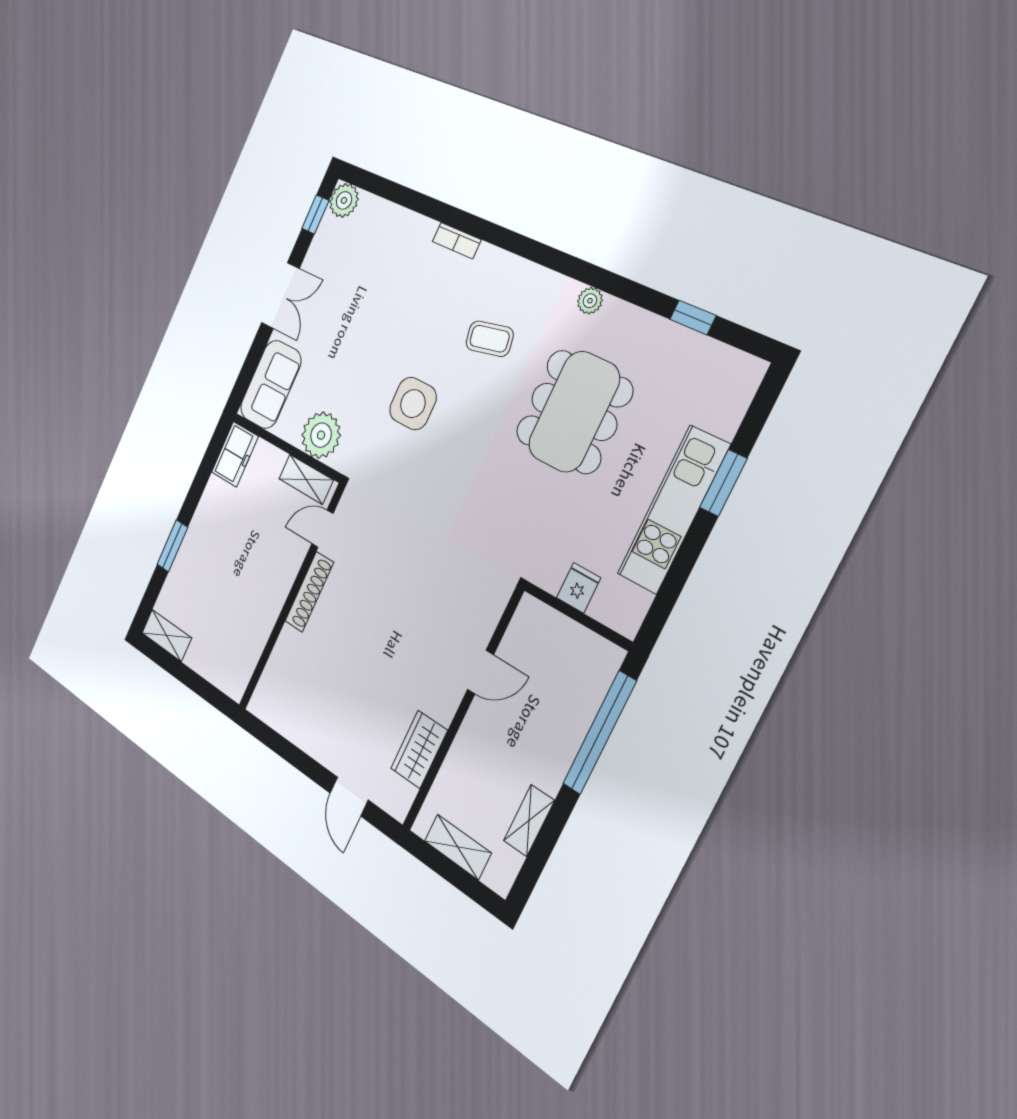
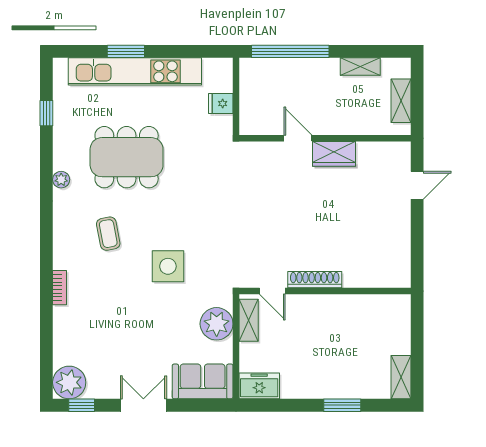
plant: (344, 200) -> (69, 382), width x1.36, depth x1.36
kitchen unit: (673, 510) -> (135, 71), width x1.36
wardrobe: (419, 749) -> (334, 154), moved

